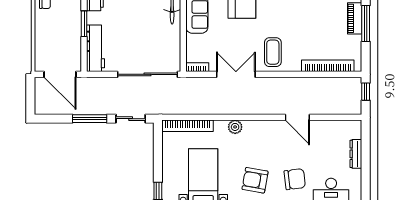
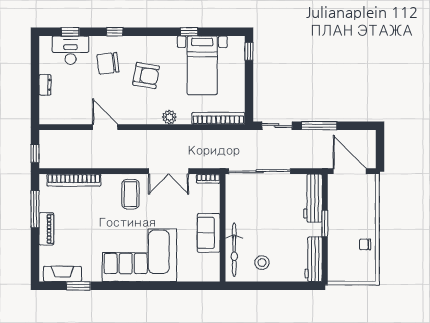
window: (366, 23) -> (35, 209), moved
dresser: (356, 154) -> (45, 85), width x0.70
armchair: (255, 180) -> (146, 76), moved

